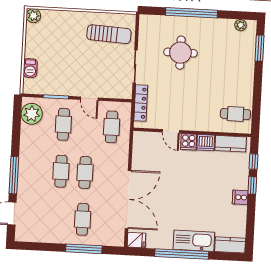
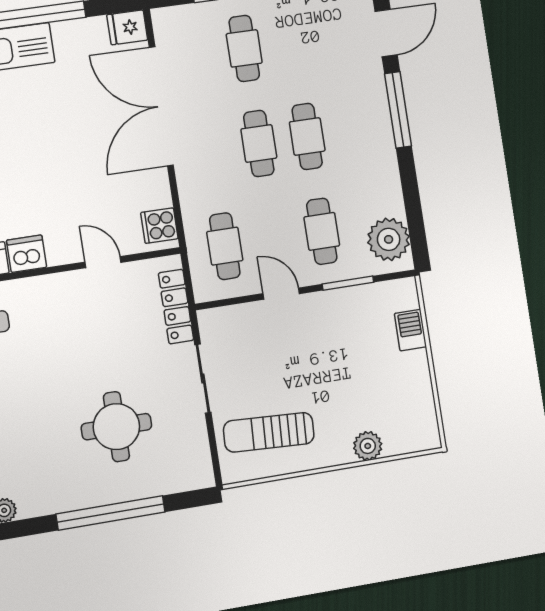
plant: (33, 16) -> (368, 446), moved
cooker: (189, 142) -> (159, 226), moved, turned -90

